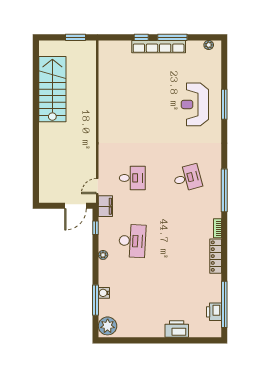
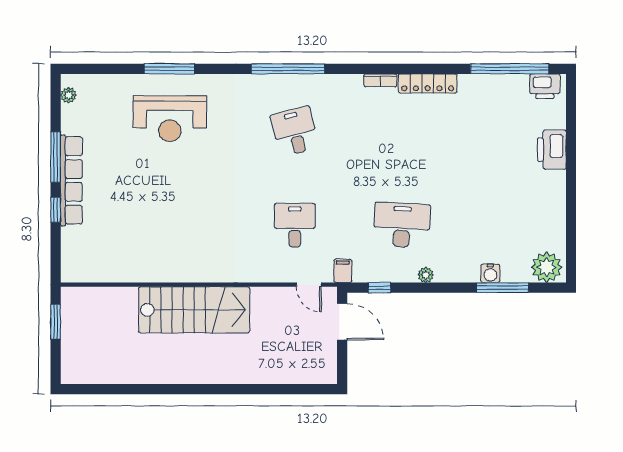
stairs: (52, 89) -> (194, 310), moved, turned 180
window: (224, 190) -> (288, 69), moved
filing cabinet: (105, 206) -> (343, 271), width x0.50
printer: (214, 312) -> (545, 86), moved

